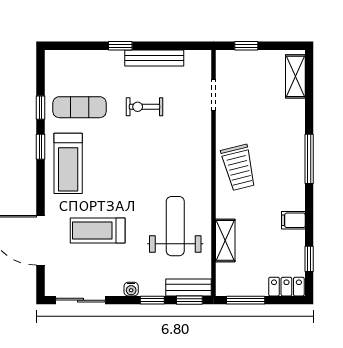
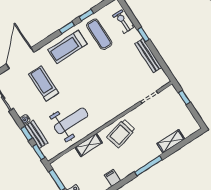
shelving: (295, 76) -> (171, 141), moved
exercise bike: (144, 107) -> (123, 22), moved
shelving: (225, 240) -> (89, 145), moved
bench: (189, 287) -> (36, 134), moved

